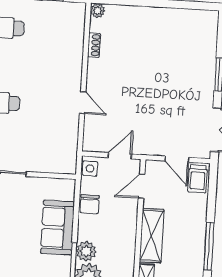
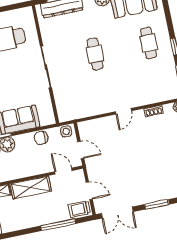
door: (83, 103) -> (123, 111), moved
door: (177, 159) -> (89, 191), swing flipped
window: (209, 246) -> (58, 225), moved

